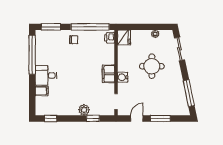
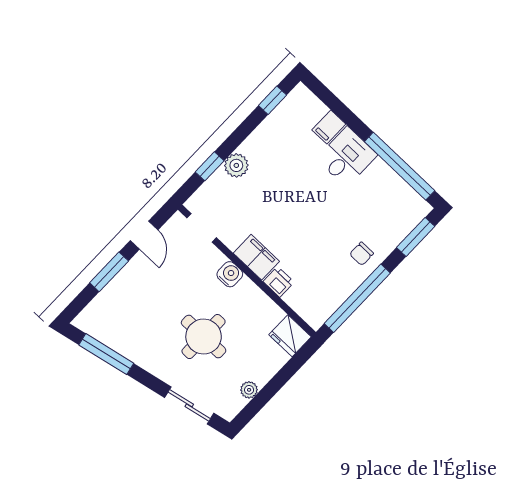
printer: (110, 38) -> (279, 282), moved

